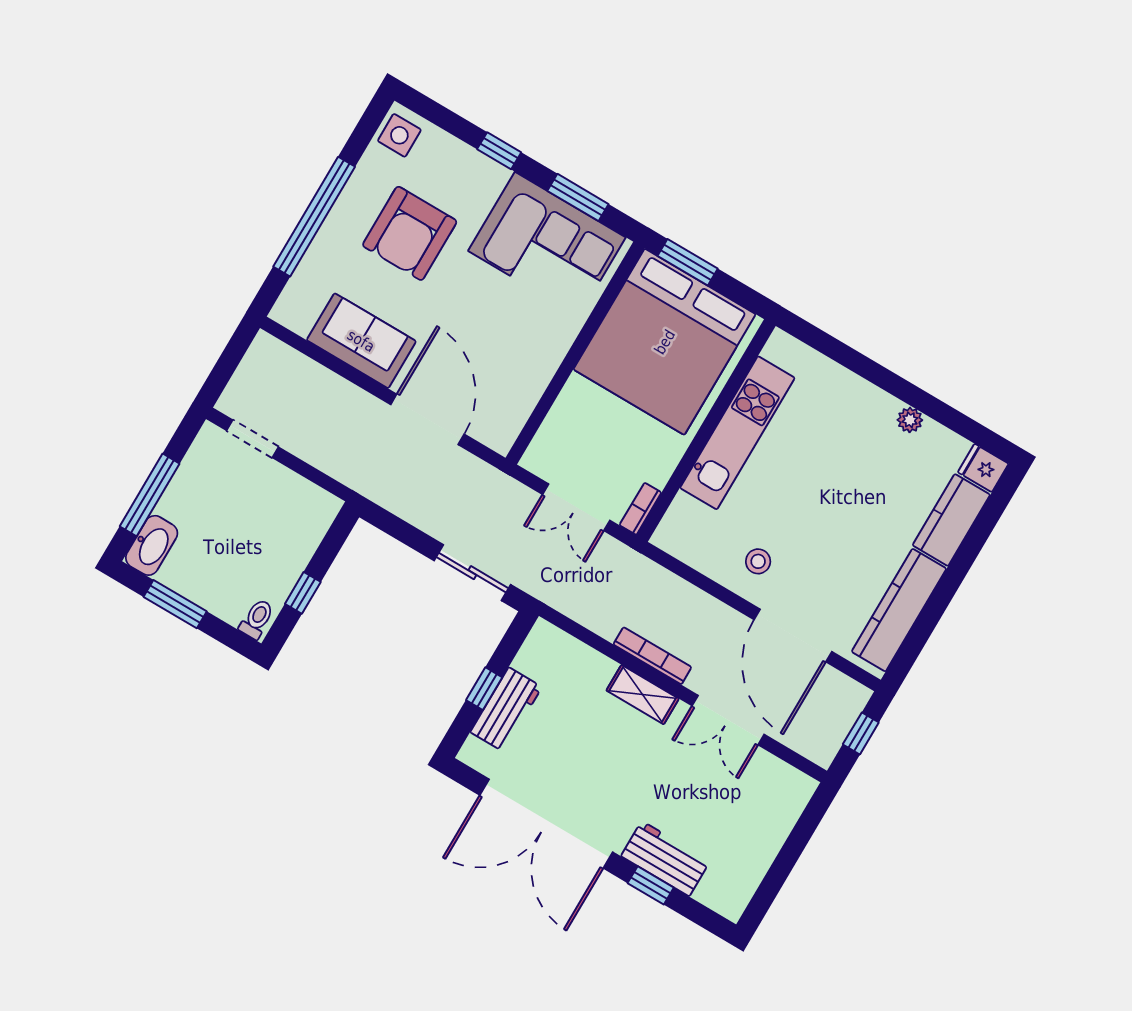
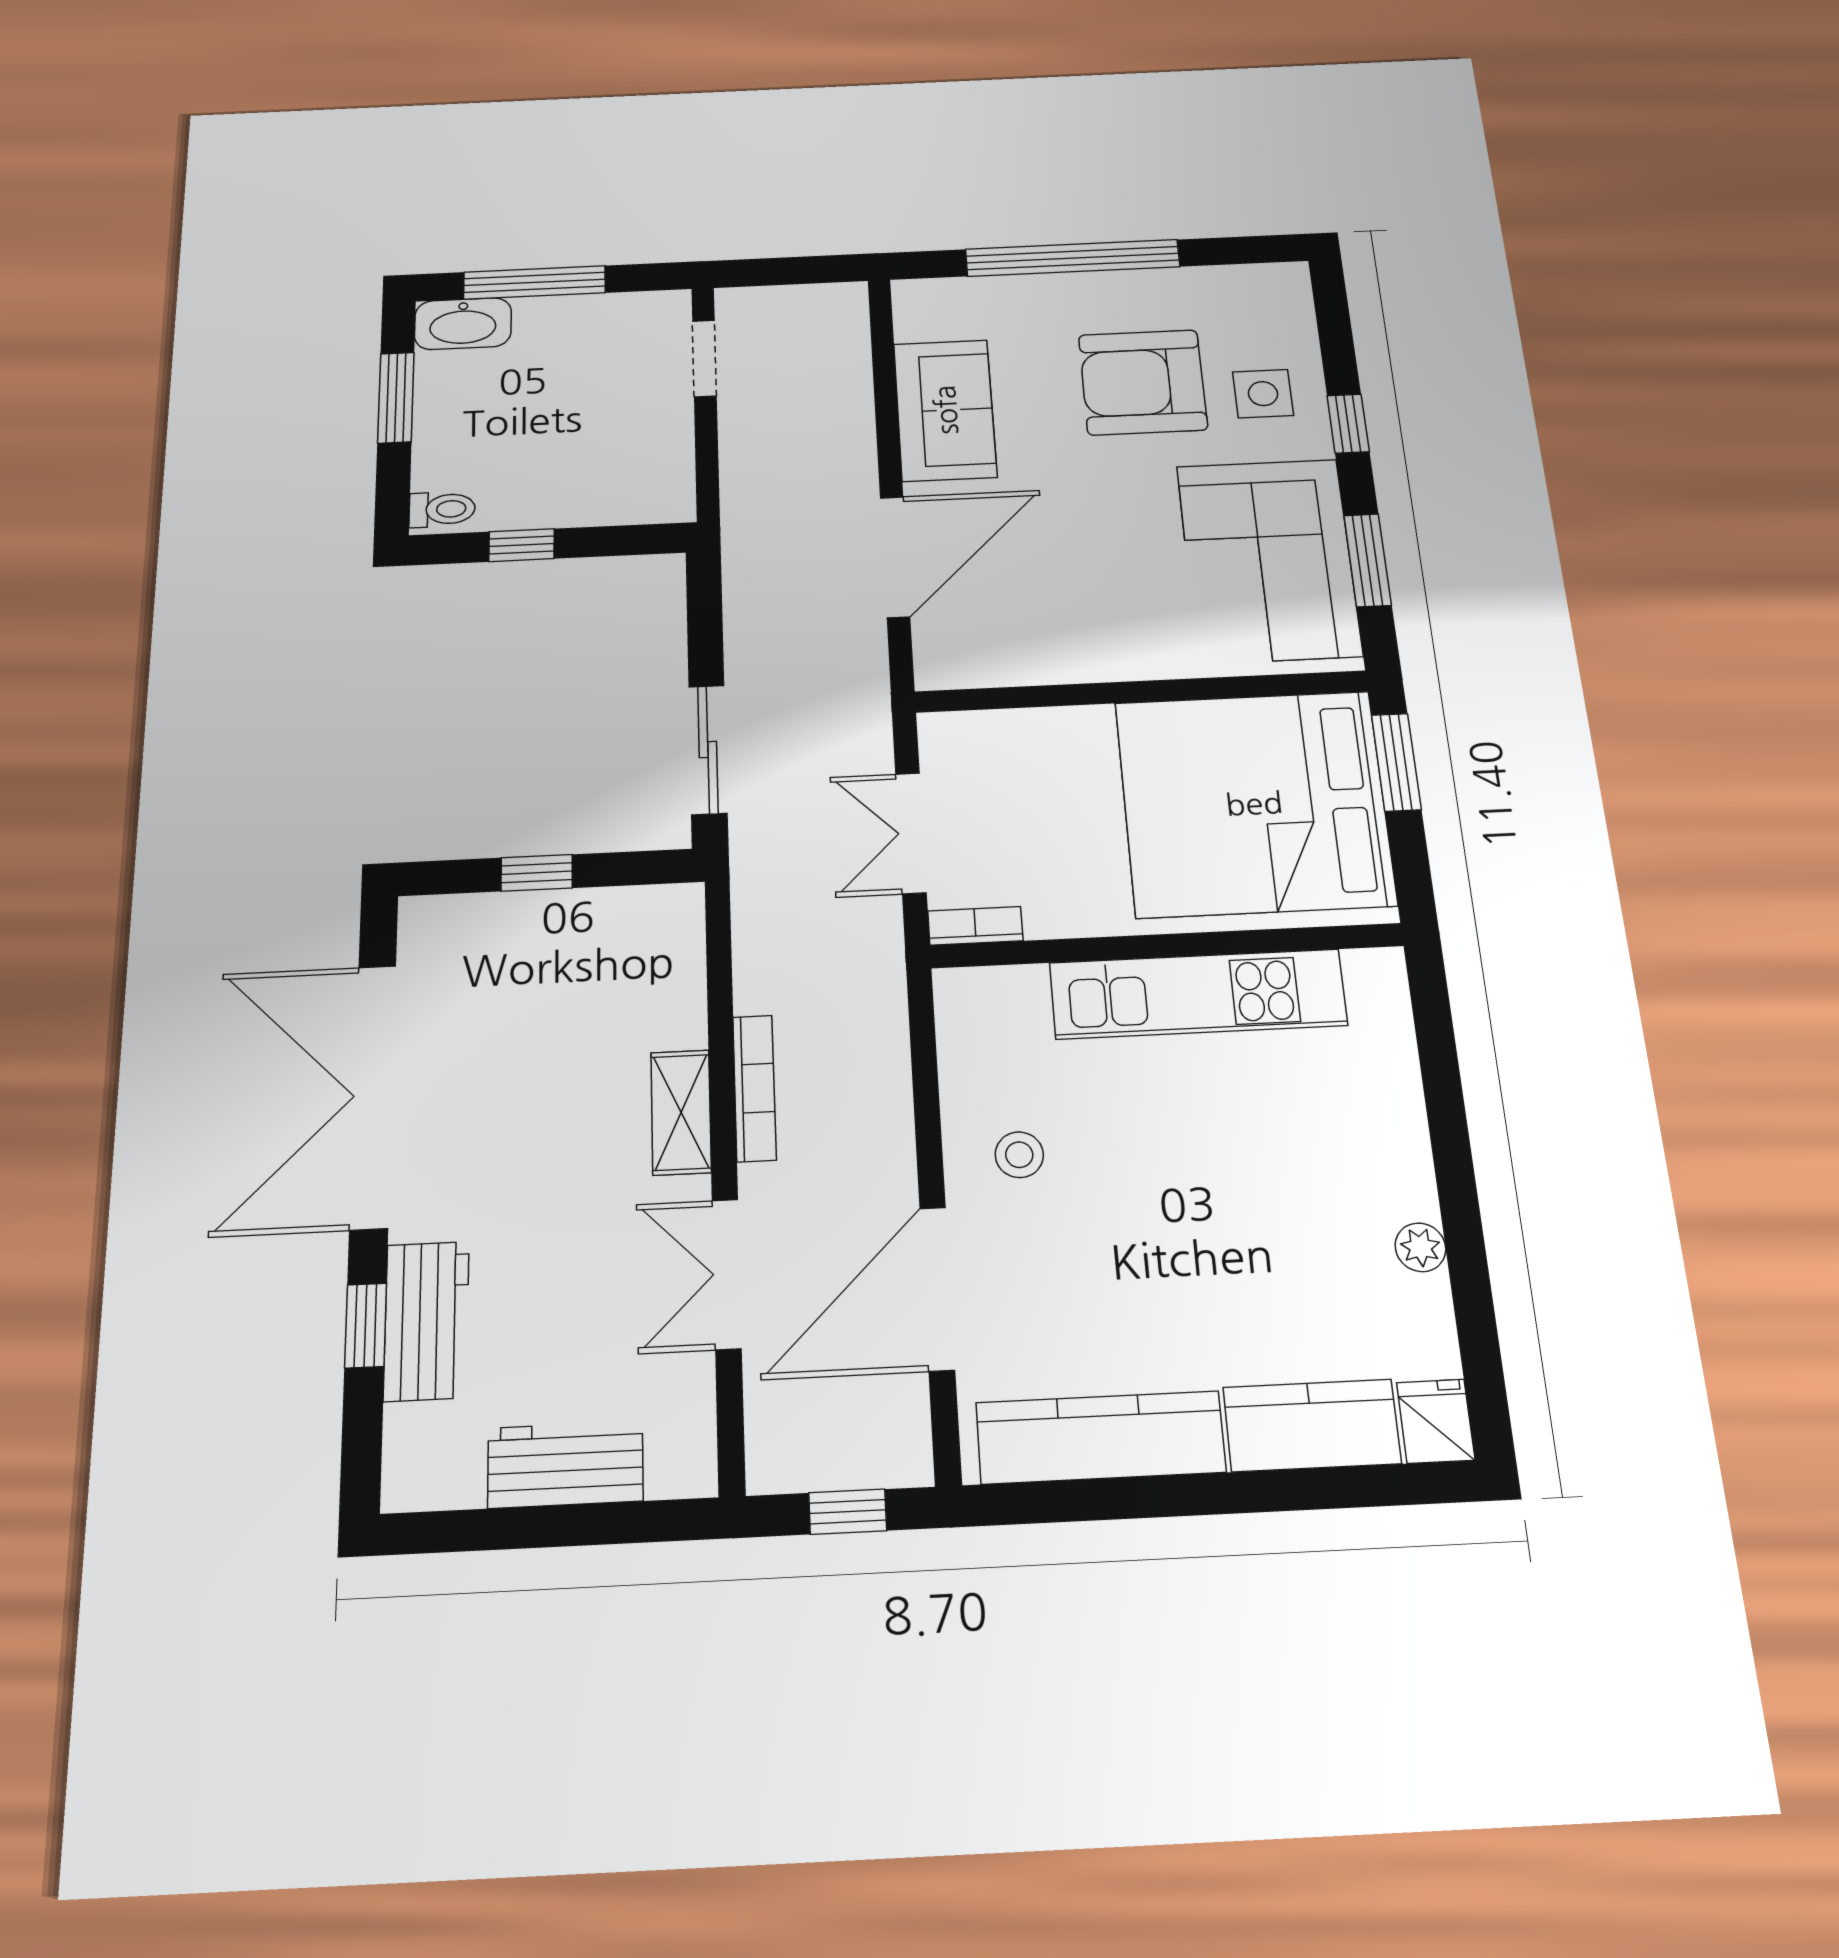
side table: (399, 135) -> (1263, 394), moved
workbench: (506, 710) -> (565, 1464), moved, turned 180

